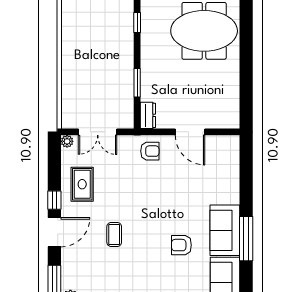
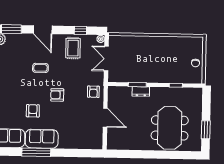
dresser: (148, 115) -> (141, 91), moved
door: (190, 132) -> (105, 118), swing flipped
rug: (82, 184) -> (73, 48), turned 90
window: (54, 200) -> (80, 30), moved
armchair: (156, 208) -> (57, 95), added

